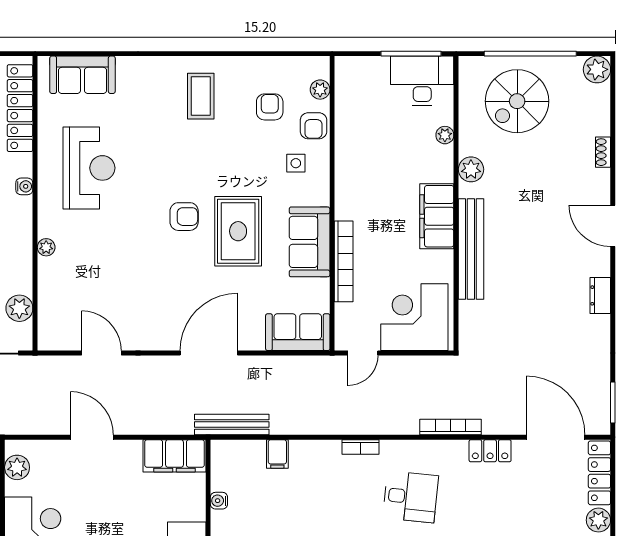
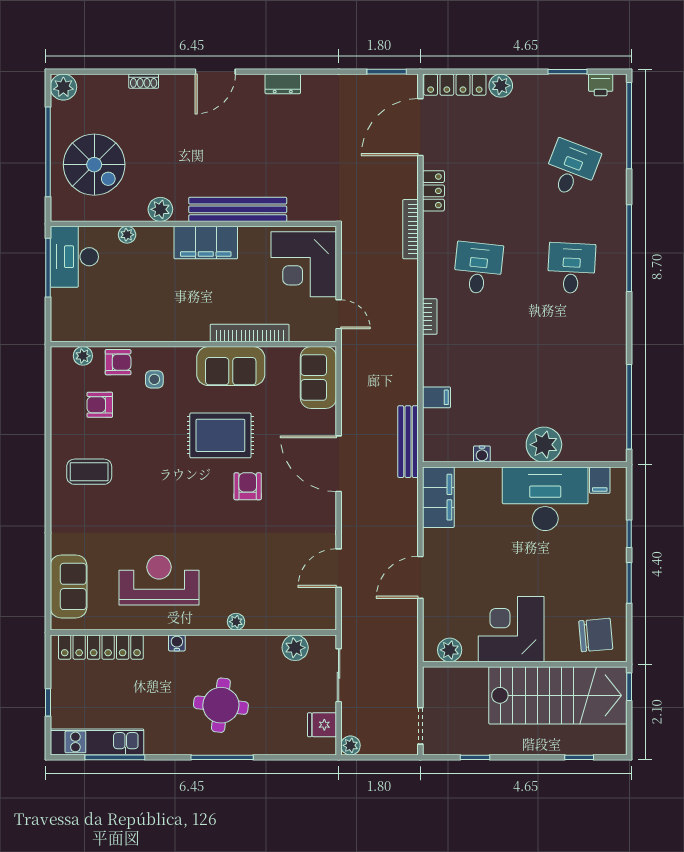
armchair: (184, 217) -> (248, 486), moved

